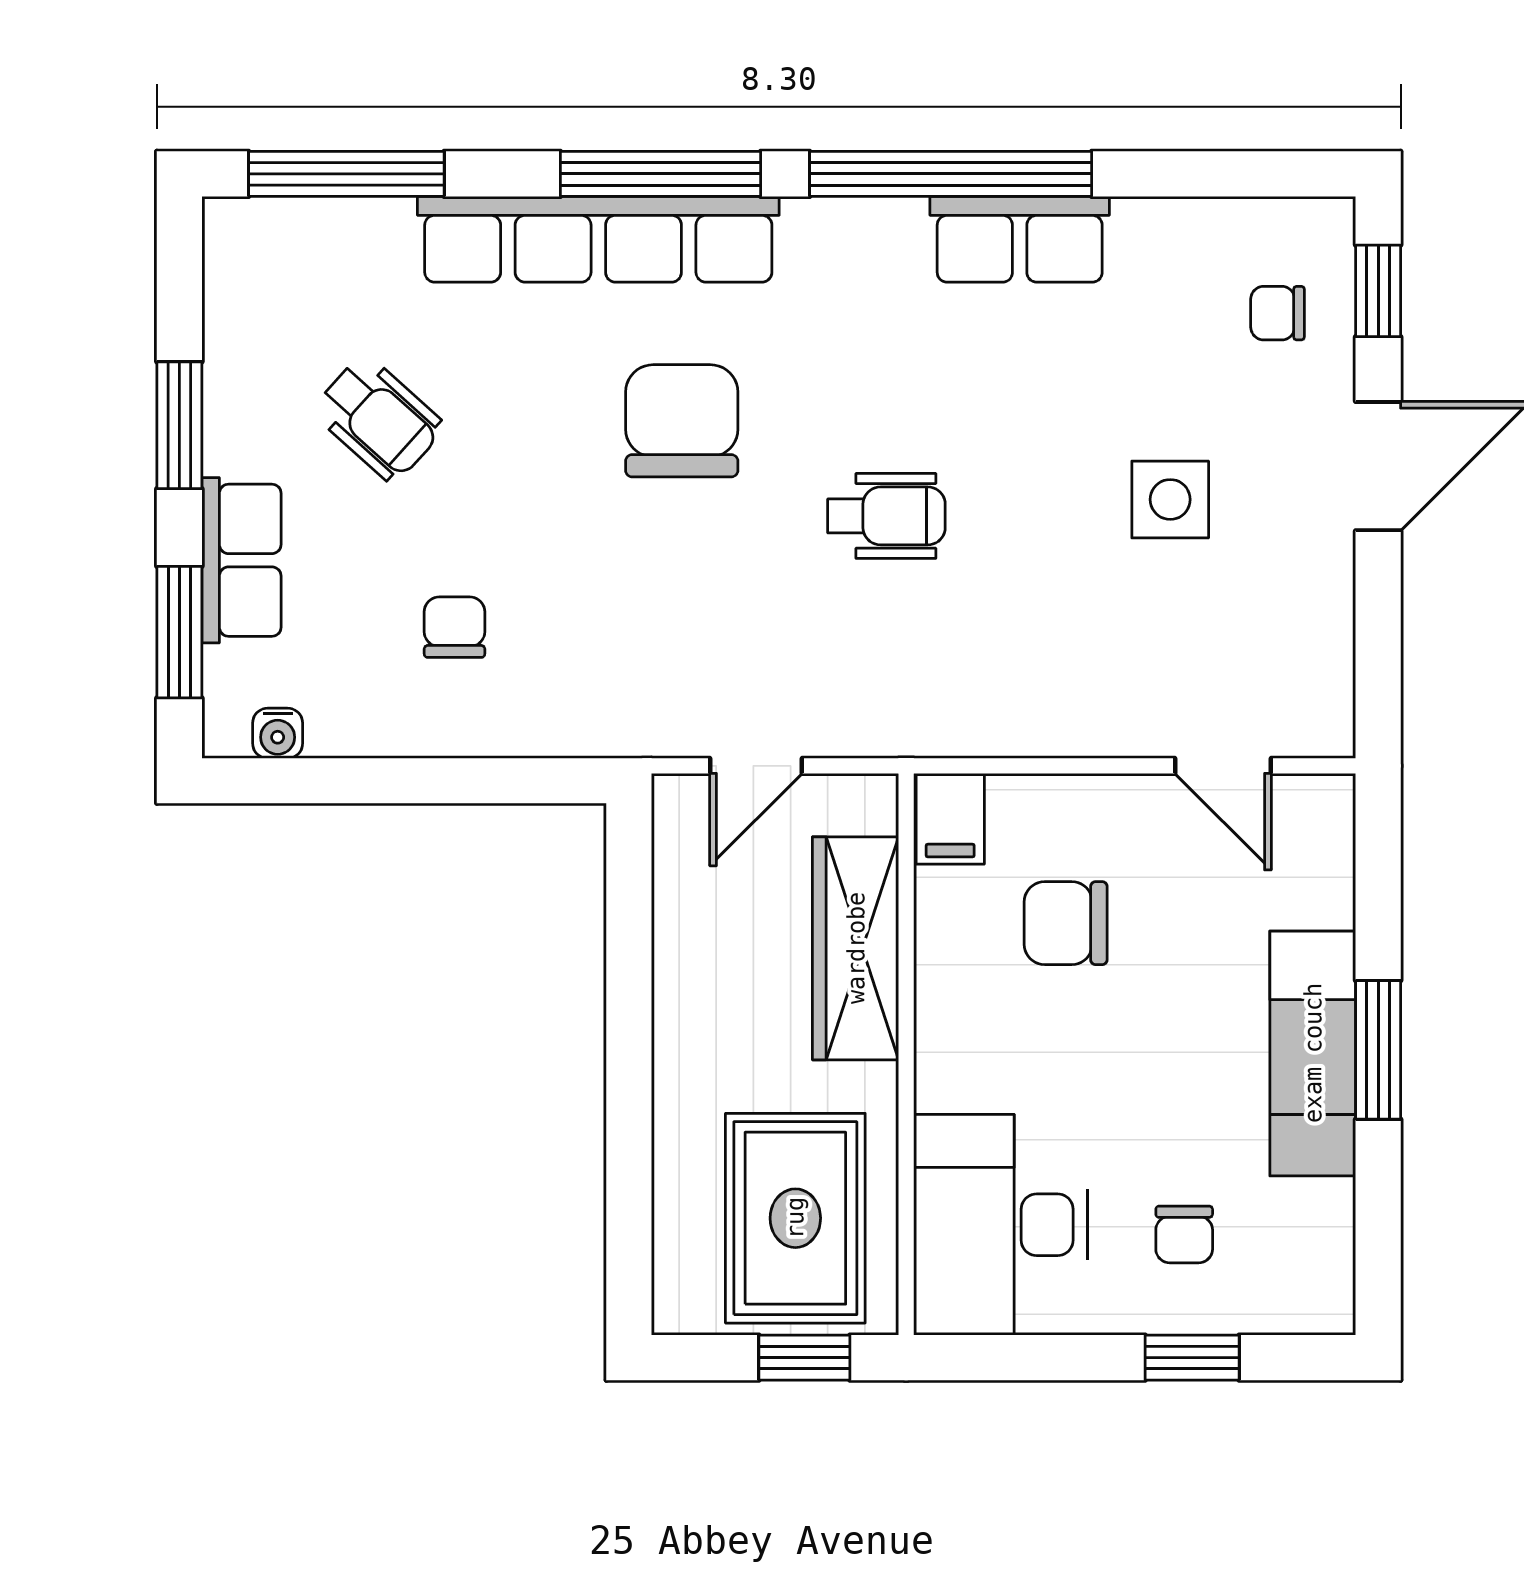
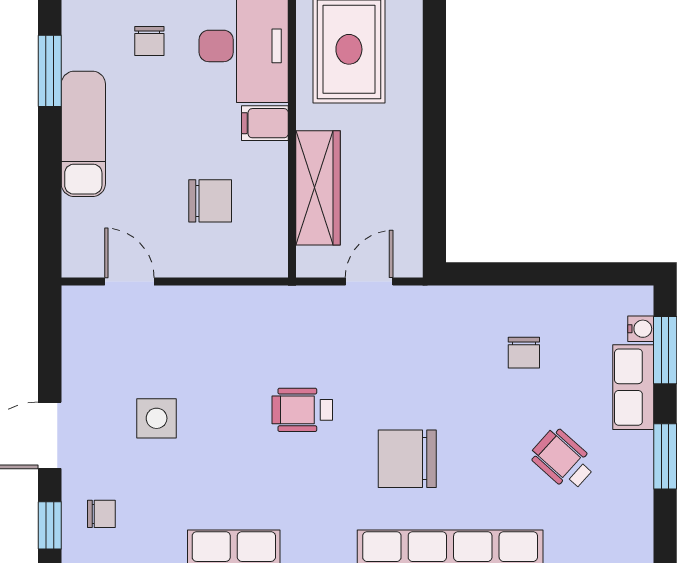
chair: (682, 421) -> (407, 459), turned 90
water cooler: (278, 733) -> (641, 329), moved, turned 90
filing cabinet: (950, 819) -> (265, 123), moved, turned -90
window: (1378, 1050) -> (50, 71), moved
chair: (1184, 1234) -> (149, 41), turned 180

